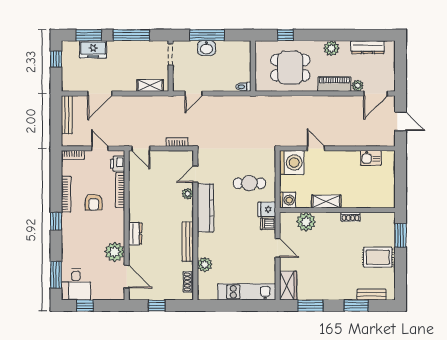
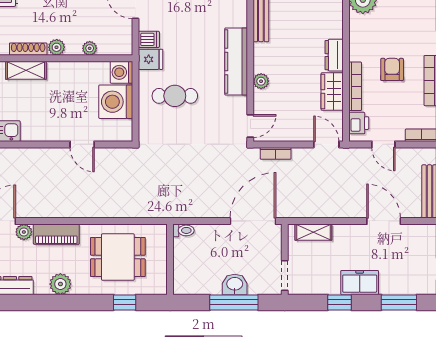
window: (131, 35) -> (340, 302), width x0.46
freezer: (93, 49) -> (360, 283), moved
door: (100, 93) -> (384, 221), hinge flipped
door: (193, 93) -> (253, 221), width x1.88
washing machine: (292, 162) -> (116, 102), moved
door: (195, 174) -> (250, 126), moved
wardrobe: (137, 186) -> (332, 92), added
shelving: (326, 202) -> (26, 70), moved
shoe rack: (351, 217) -> (28, 49), width x1.43
plant: (334, 218) -> (57, 47), added
plant: (306, 222) -> (90, 48), width x0.53, depth x0.53
dresser: (135, 234) -> (334, 55), moved

